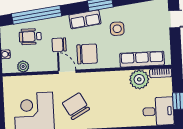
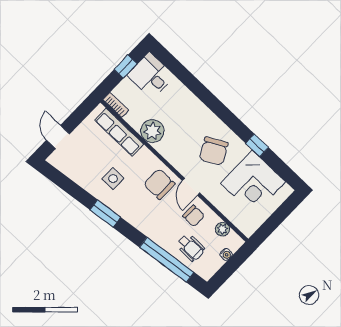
row of seats: (85, 19) -> (131, 214), removed
chair: (59, 45) -> (194, 216), moved
plant: (139, 79) -> (152, 131), moved

